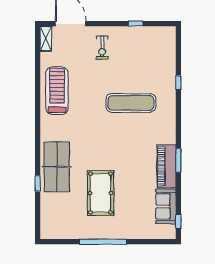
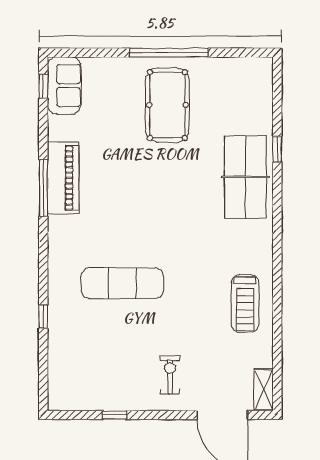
treadmill: (57, 91) -> (245, 303), width x0.73, depth x0.73
window: (178, 160) -> (43, 188), width x1.44
pool table: (100, 193) -> (167, 105), moved
sofa: (166, 206) -> (64, 86), moved

